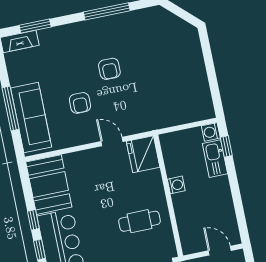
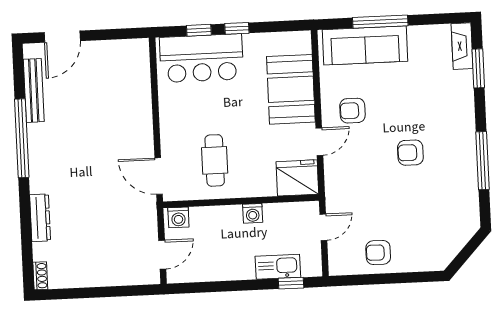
armchair: (192, 82) -> (378, 252), added
armchair: (80, 103) -> (352, 111), moved
door: (179, 128) -> (323, 227), added
washing machine: (211, 132) -> (178, 217), moved, turned 180
booth: (49, 185) -> (291, 89), moved, turned 90

